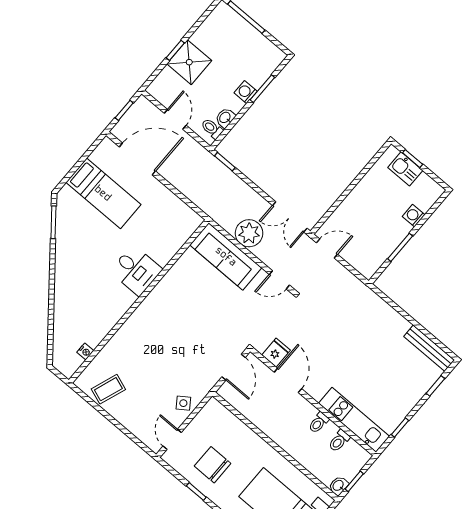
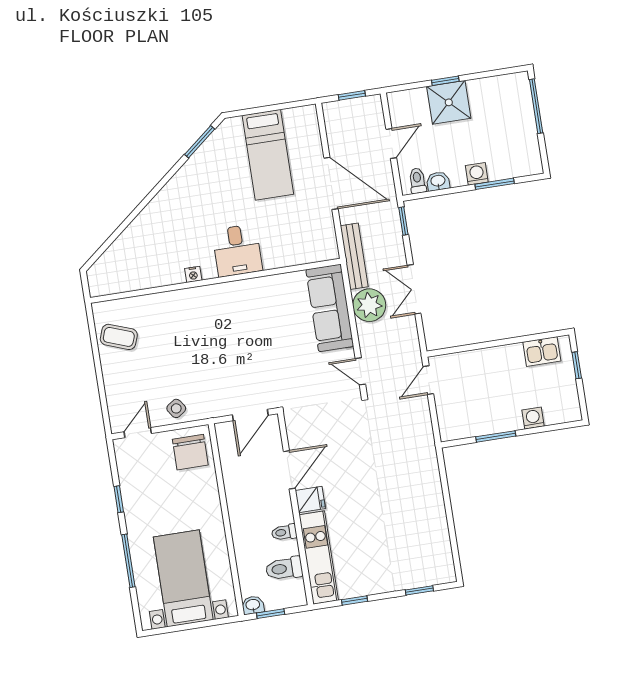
door: (137, 159) -> (331, 183), moved
kitchen sink: (405, 169) -> (542, 351), moved, turned -90
double door: (290, 217) -> (414, 289), moved
door: (327, 248) -> (428, 380), swing flipped
bench: (429, 348) -> (354, 256), moved
nightstand: (85, 352) -> (193, 274), moved
fridge: (276, 353) -> (310, 500), moved
toilet: (339, 441) -> (284, 569), width x1.37, depth x1.39
chair: (213, 465) -> (190, 452), moved, turned 180

